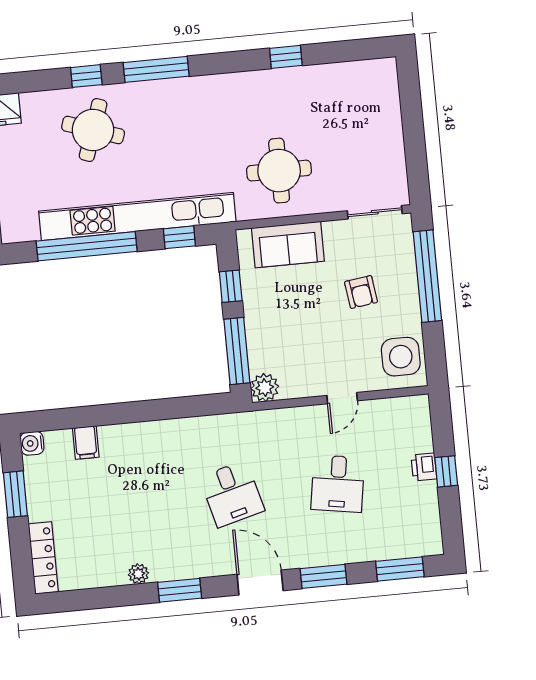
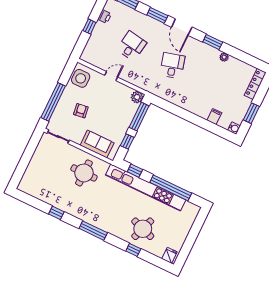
window: (156, 69) -> (93, 231), moved
printer: (424, 467) -> (104, 17), moved

